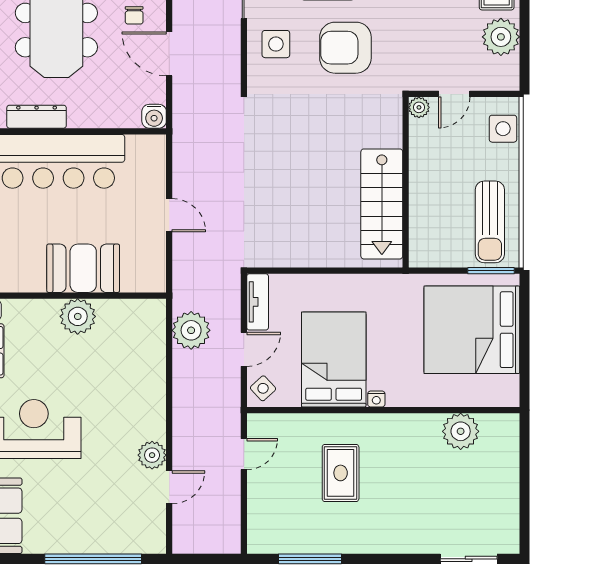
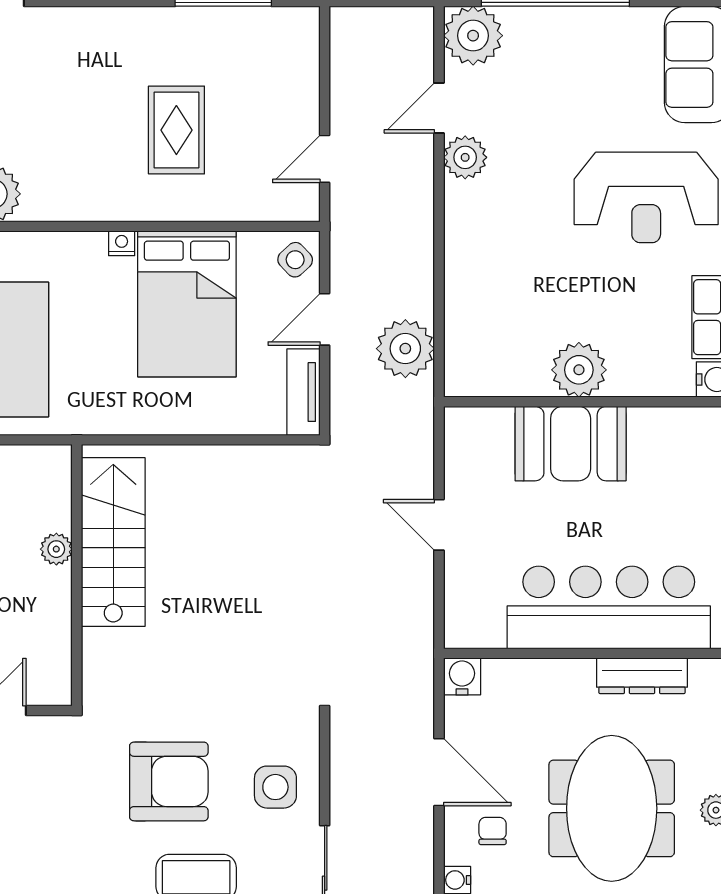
plant: (419, 107) -> (56, 549), moved
plant: (147, 535) -> (473, 36), added

